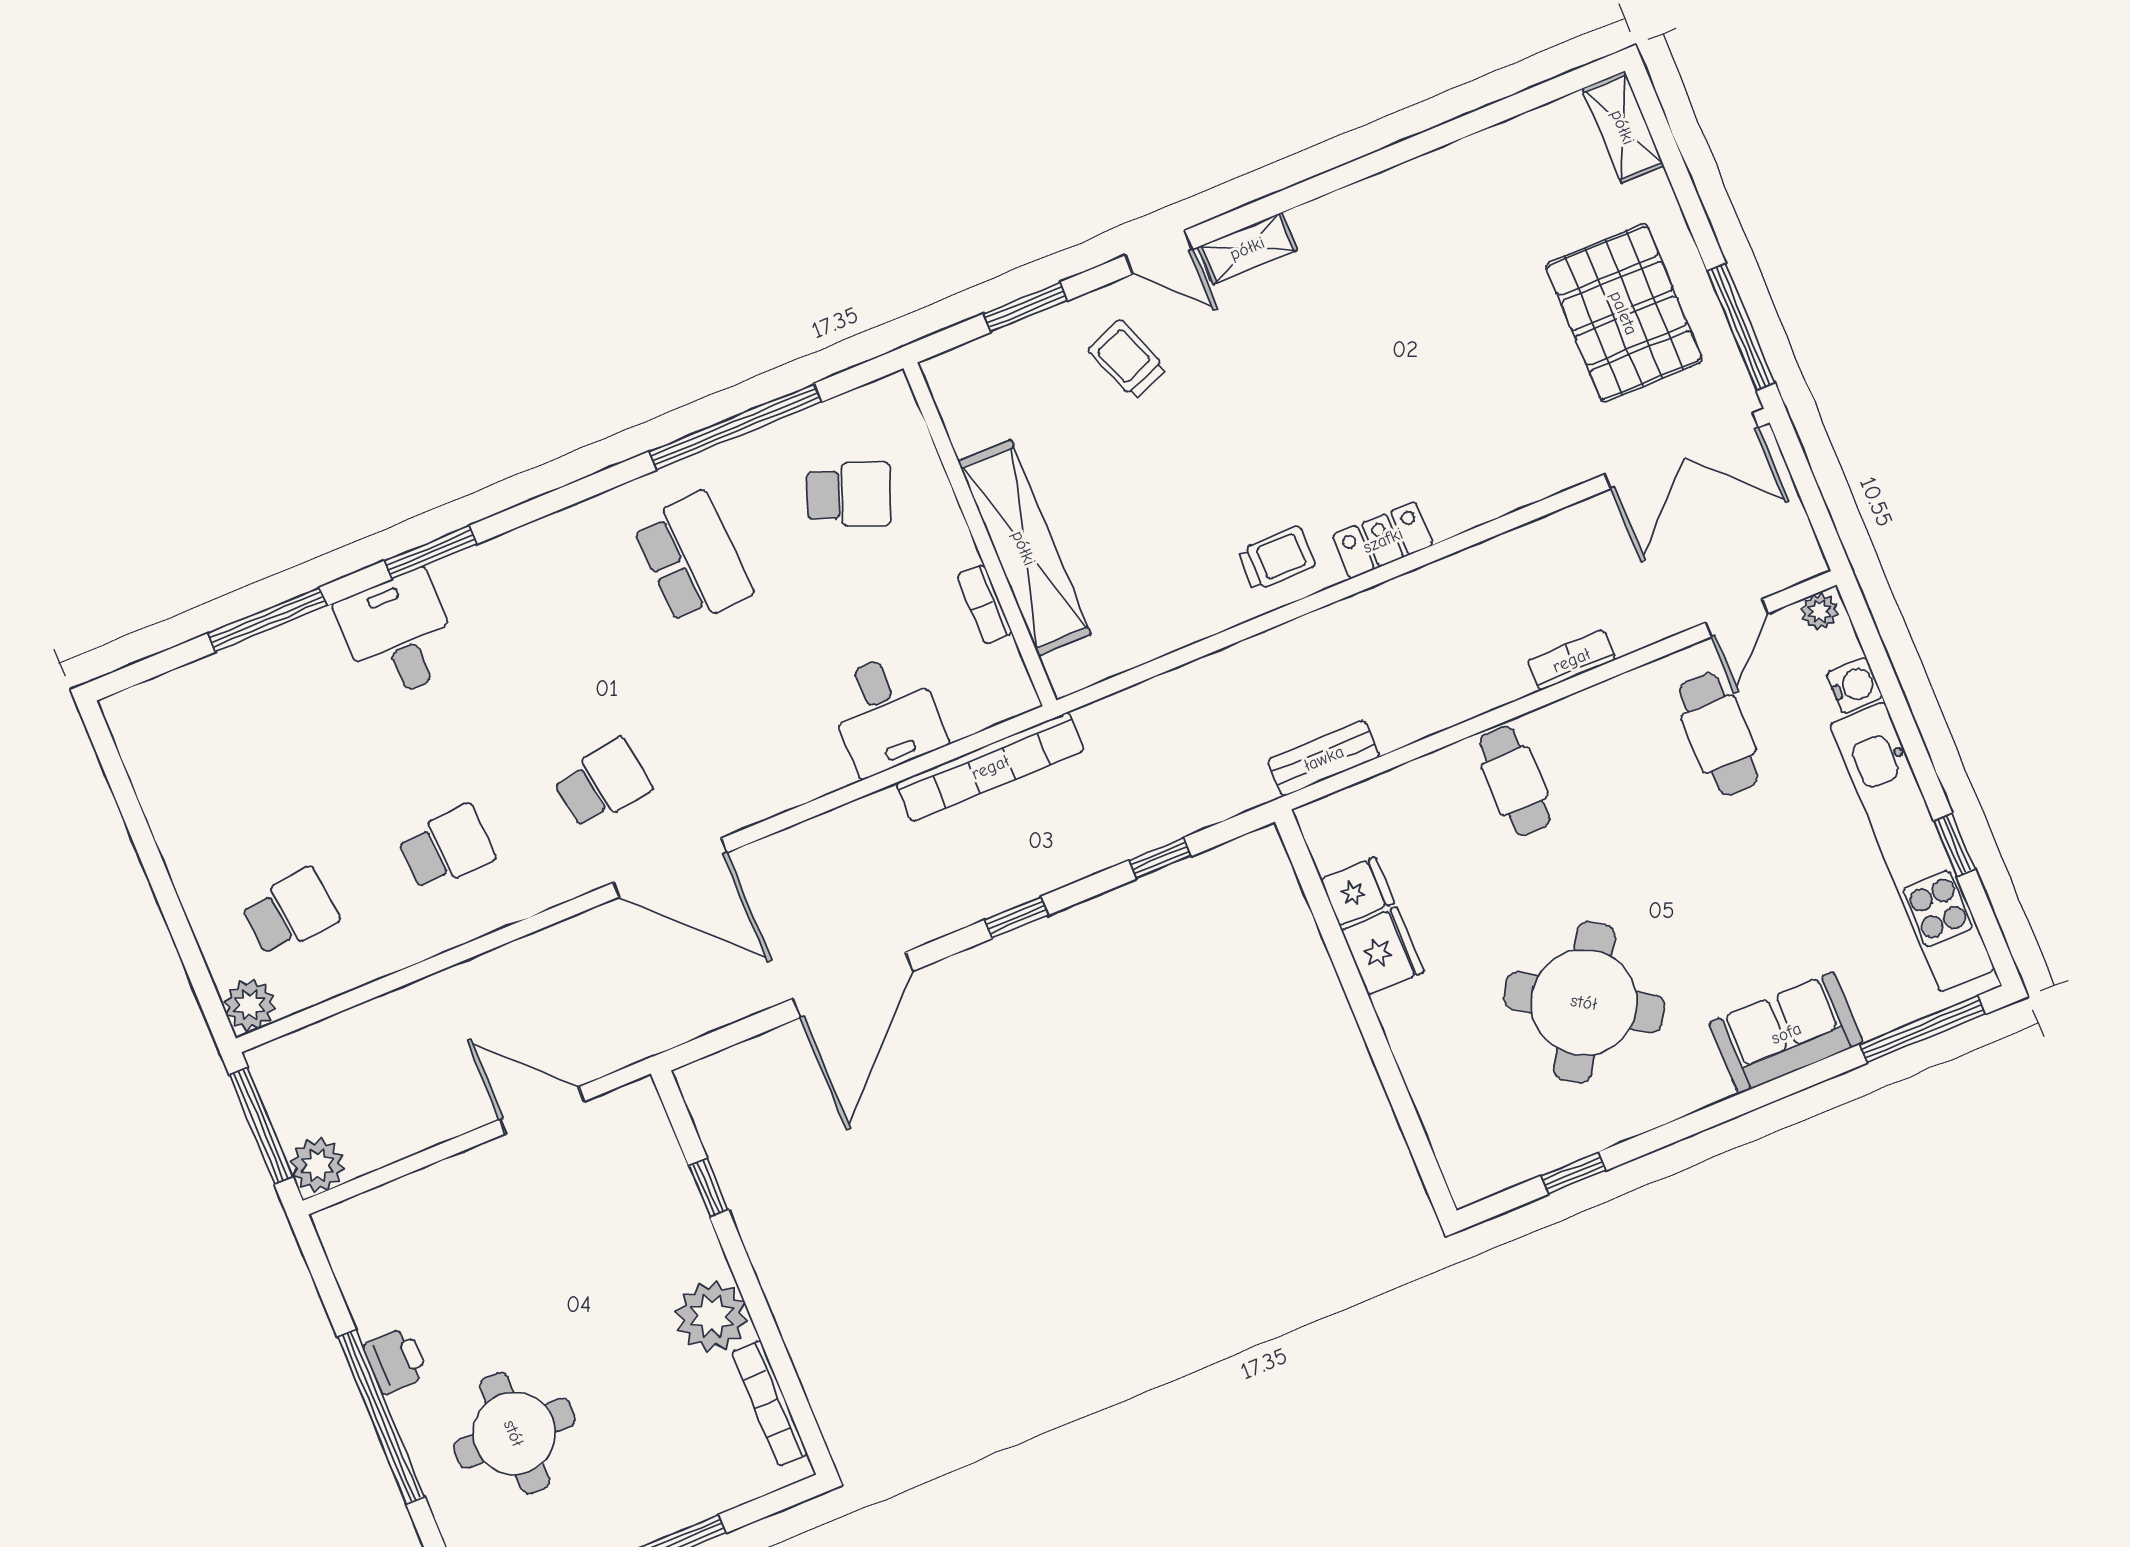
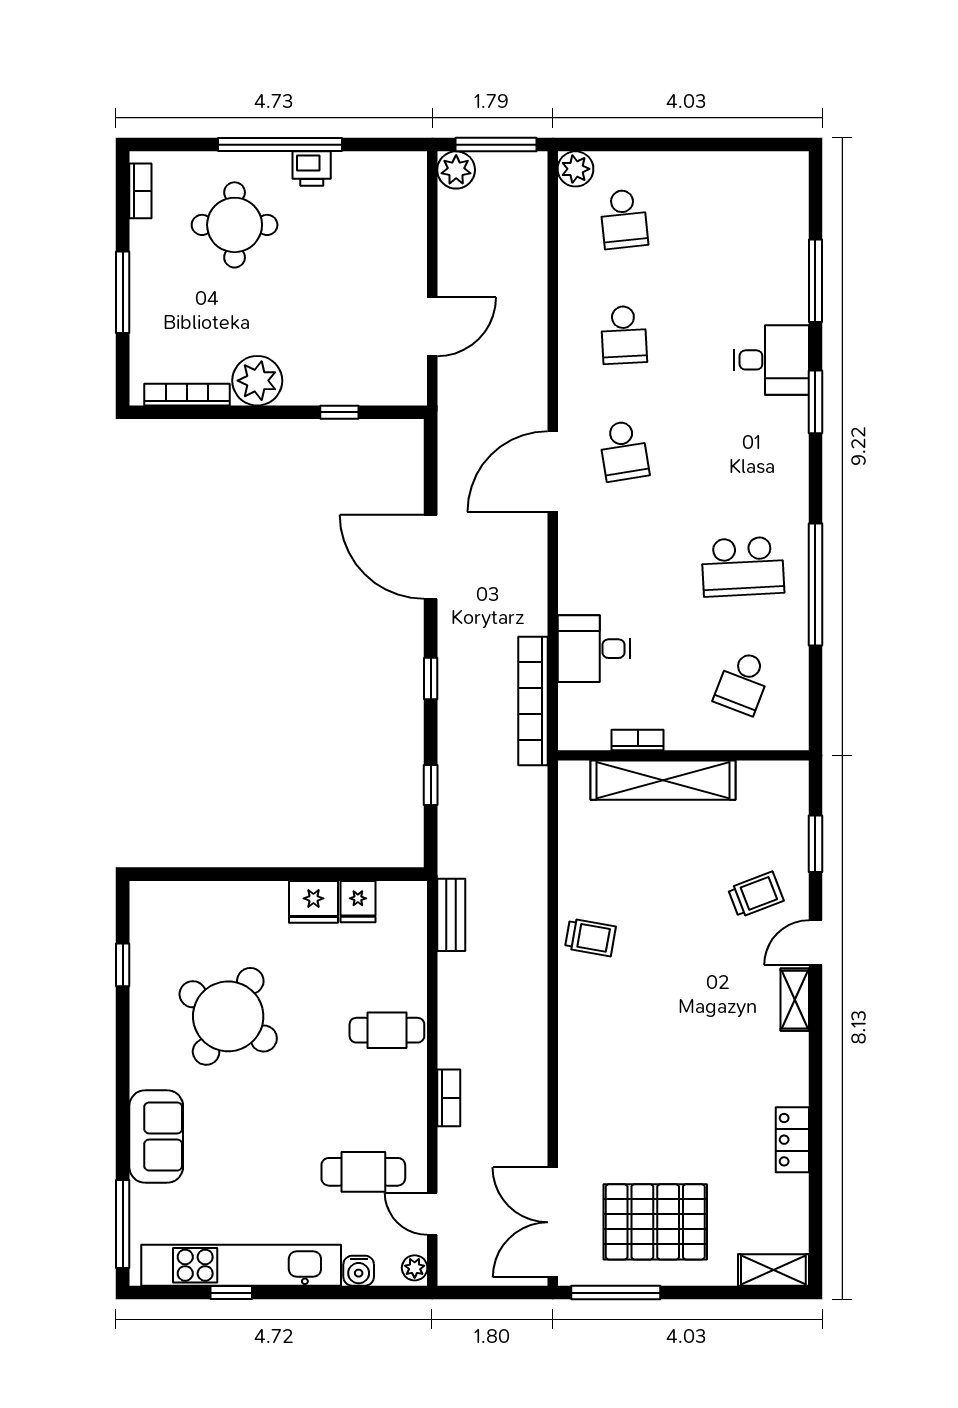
window: (735, 427) -> (815, 584), moved
locker: (1383, 540) -> (792, 1140), moved, turned 180
trolley: (1277, 558) -> (590, 937), turned -80

